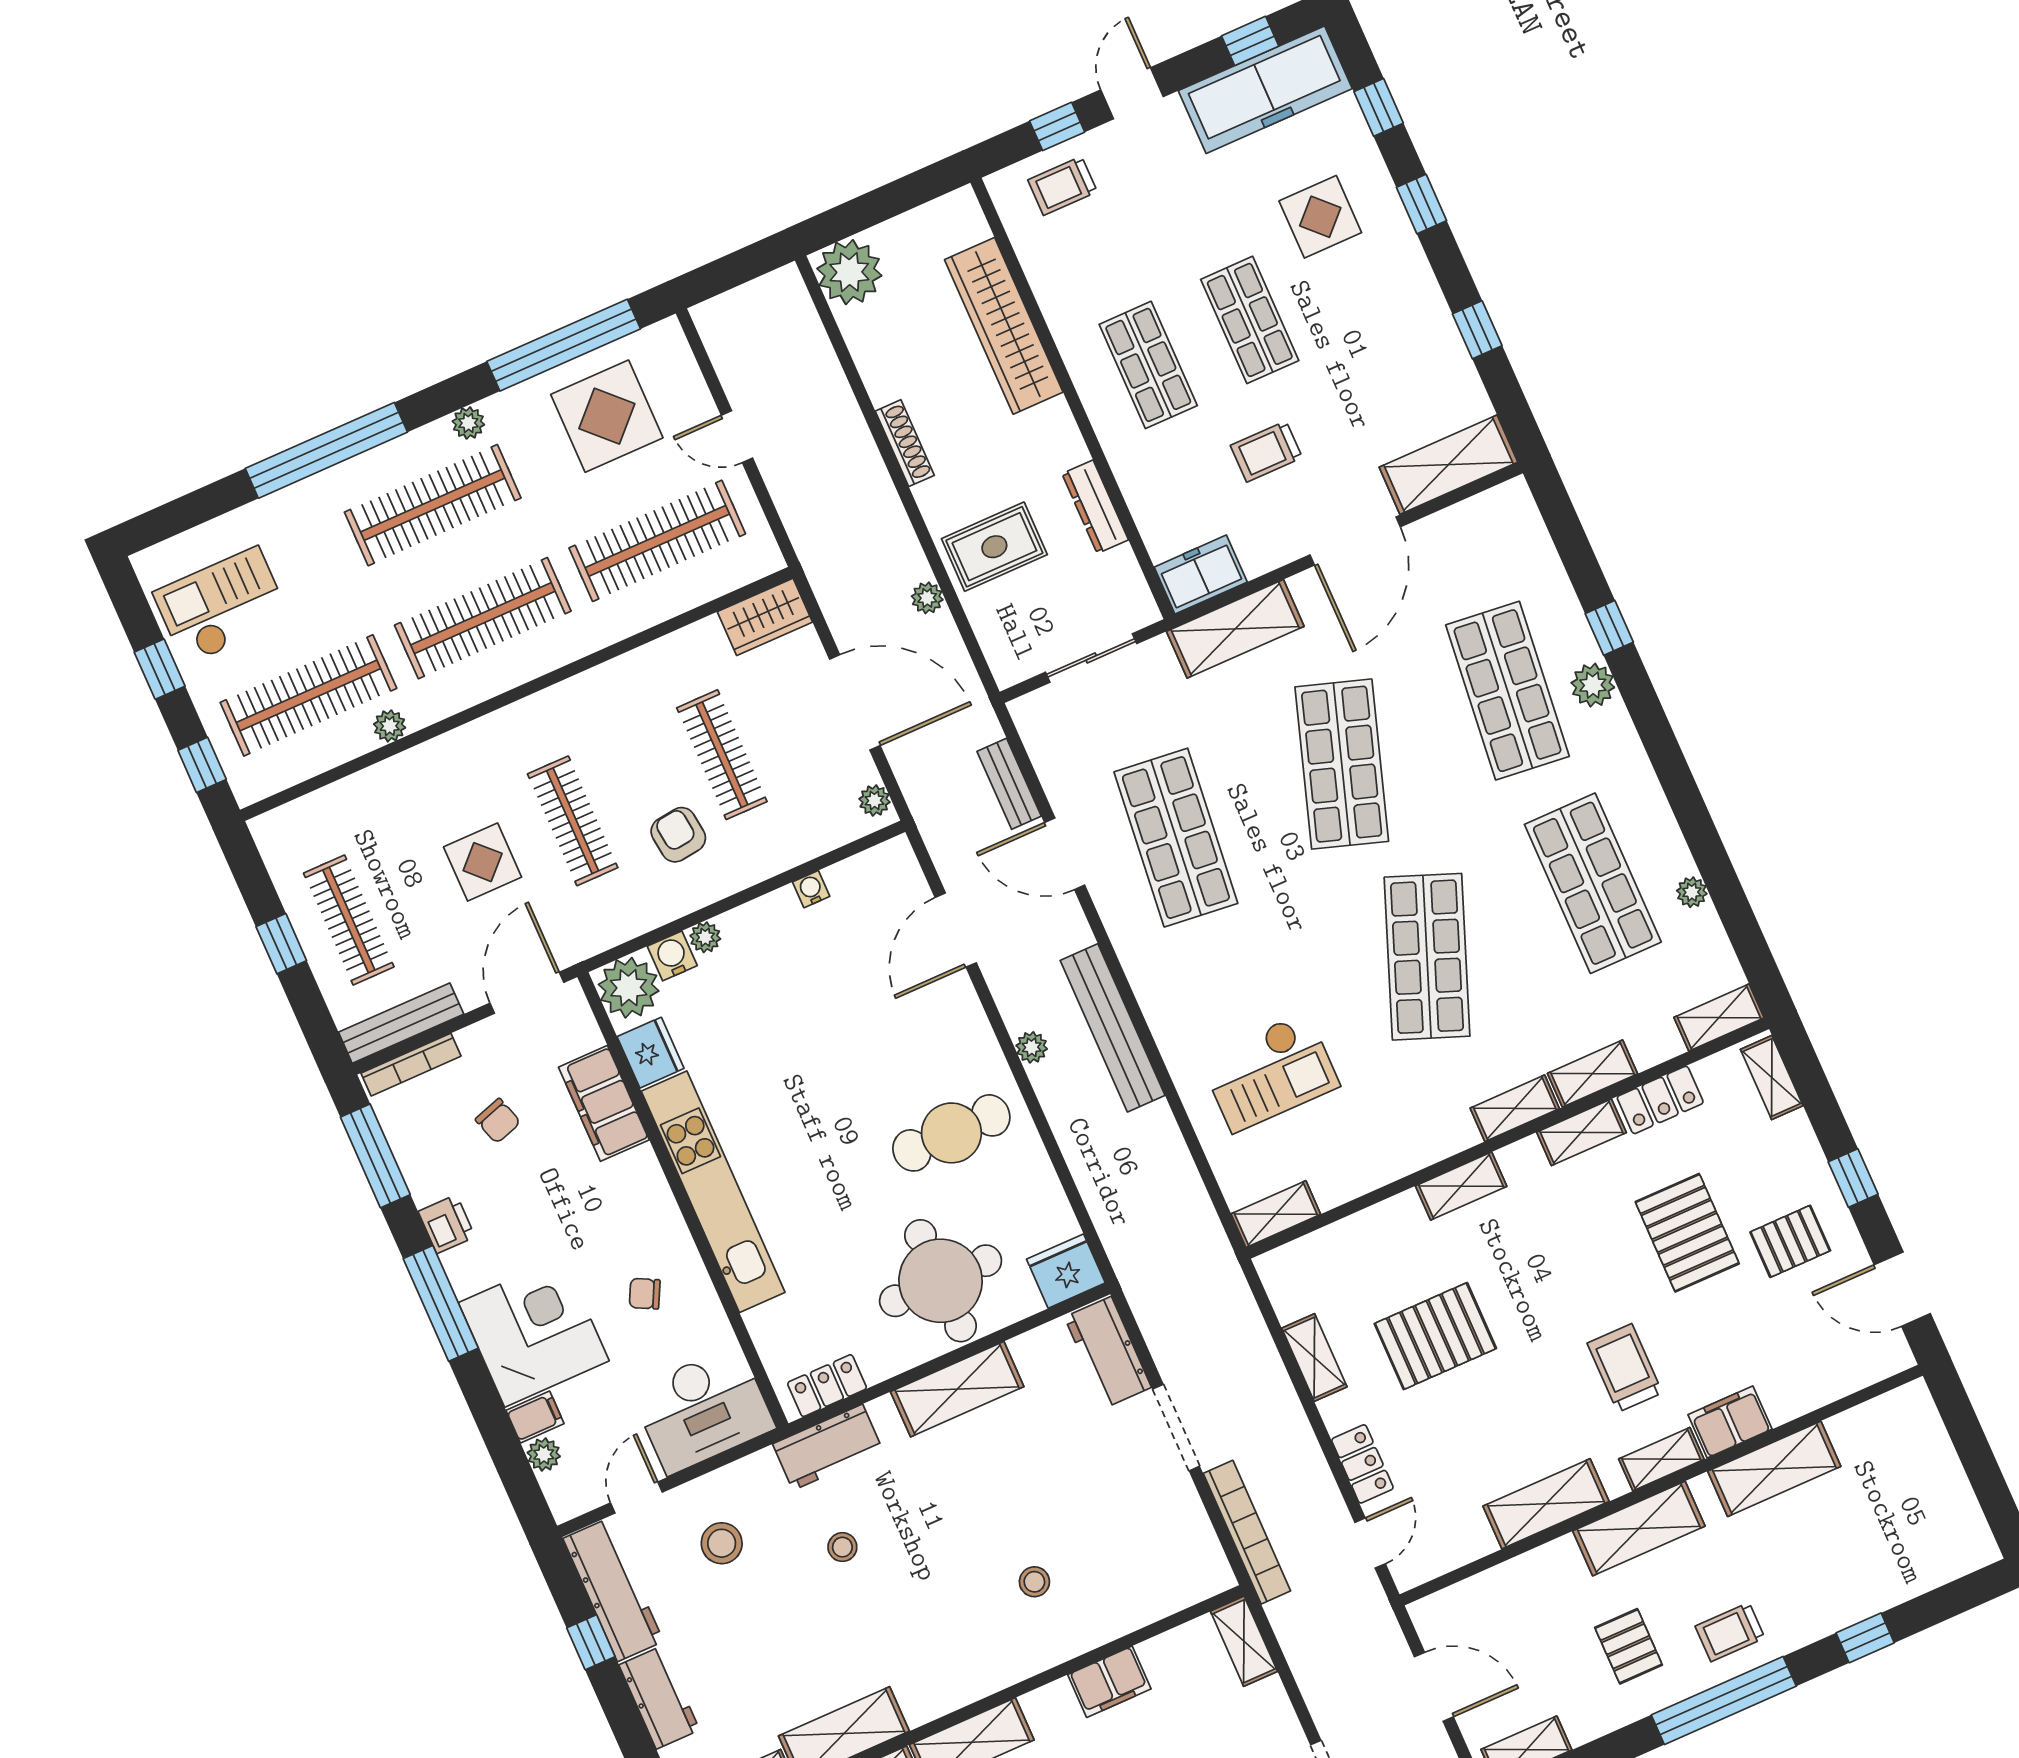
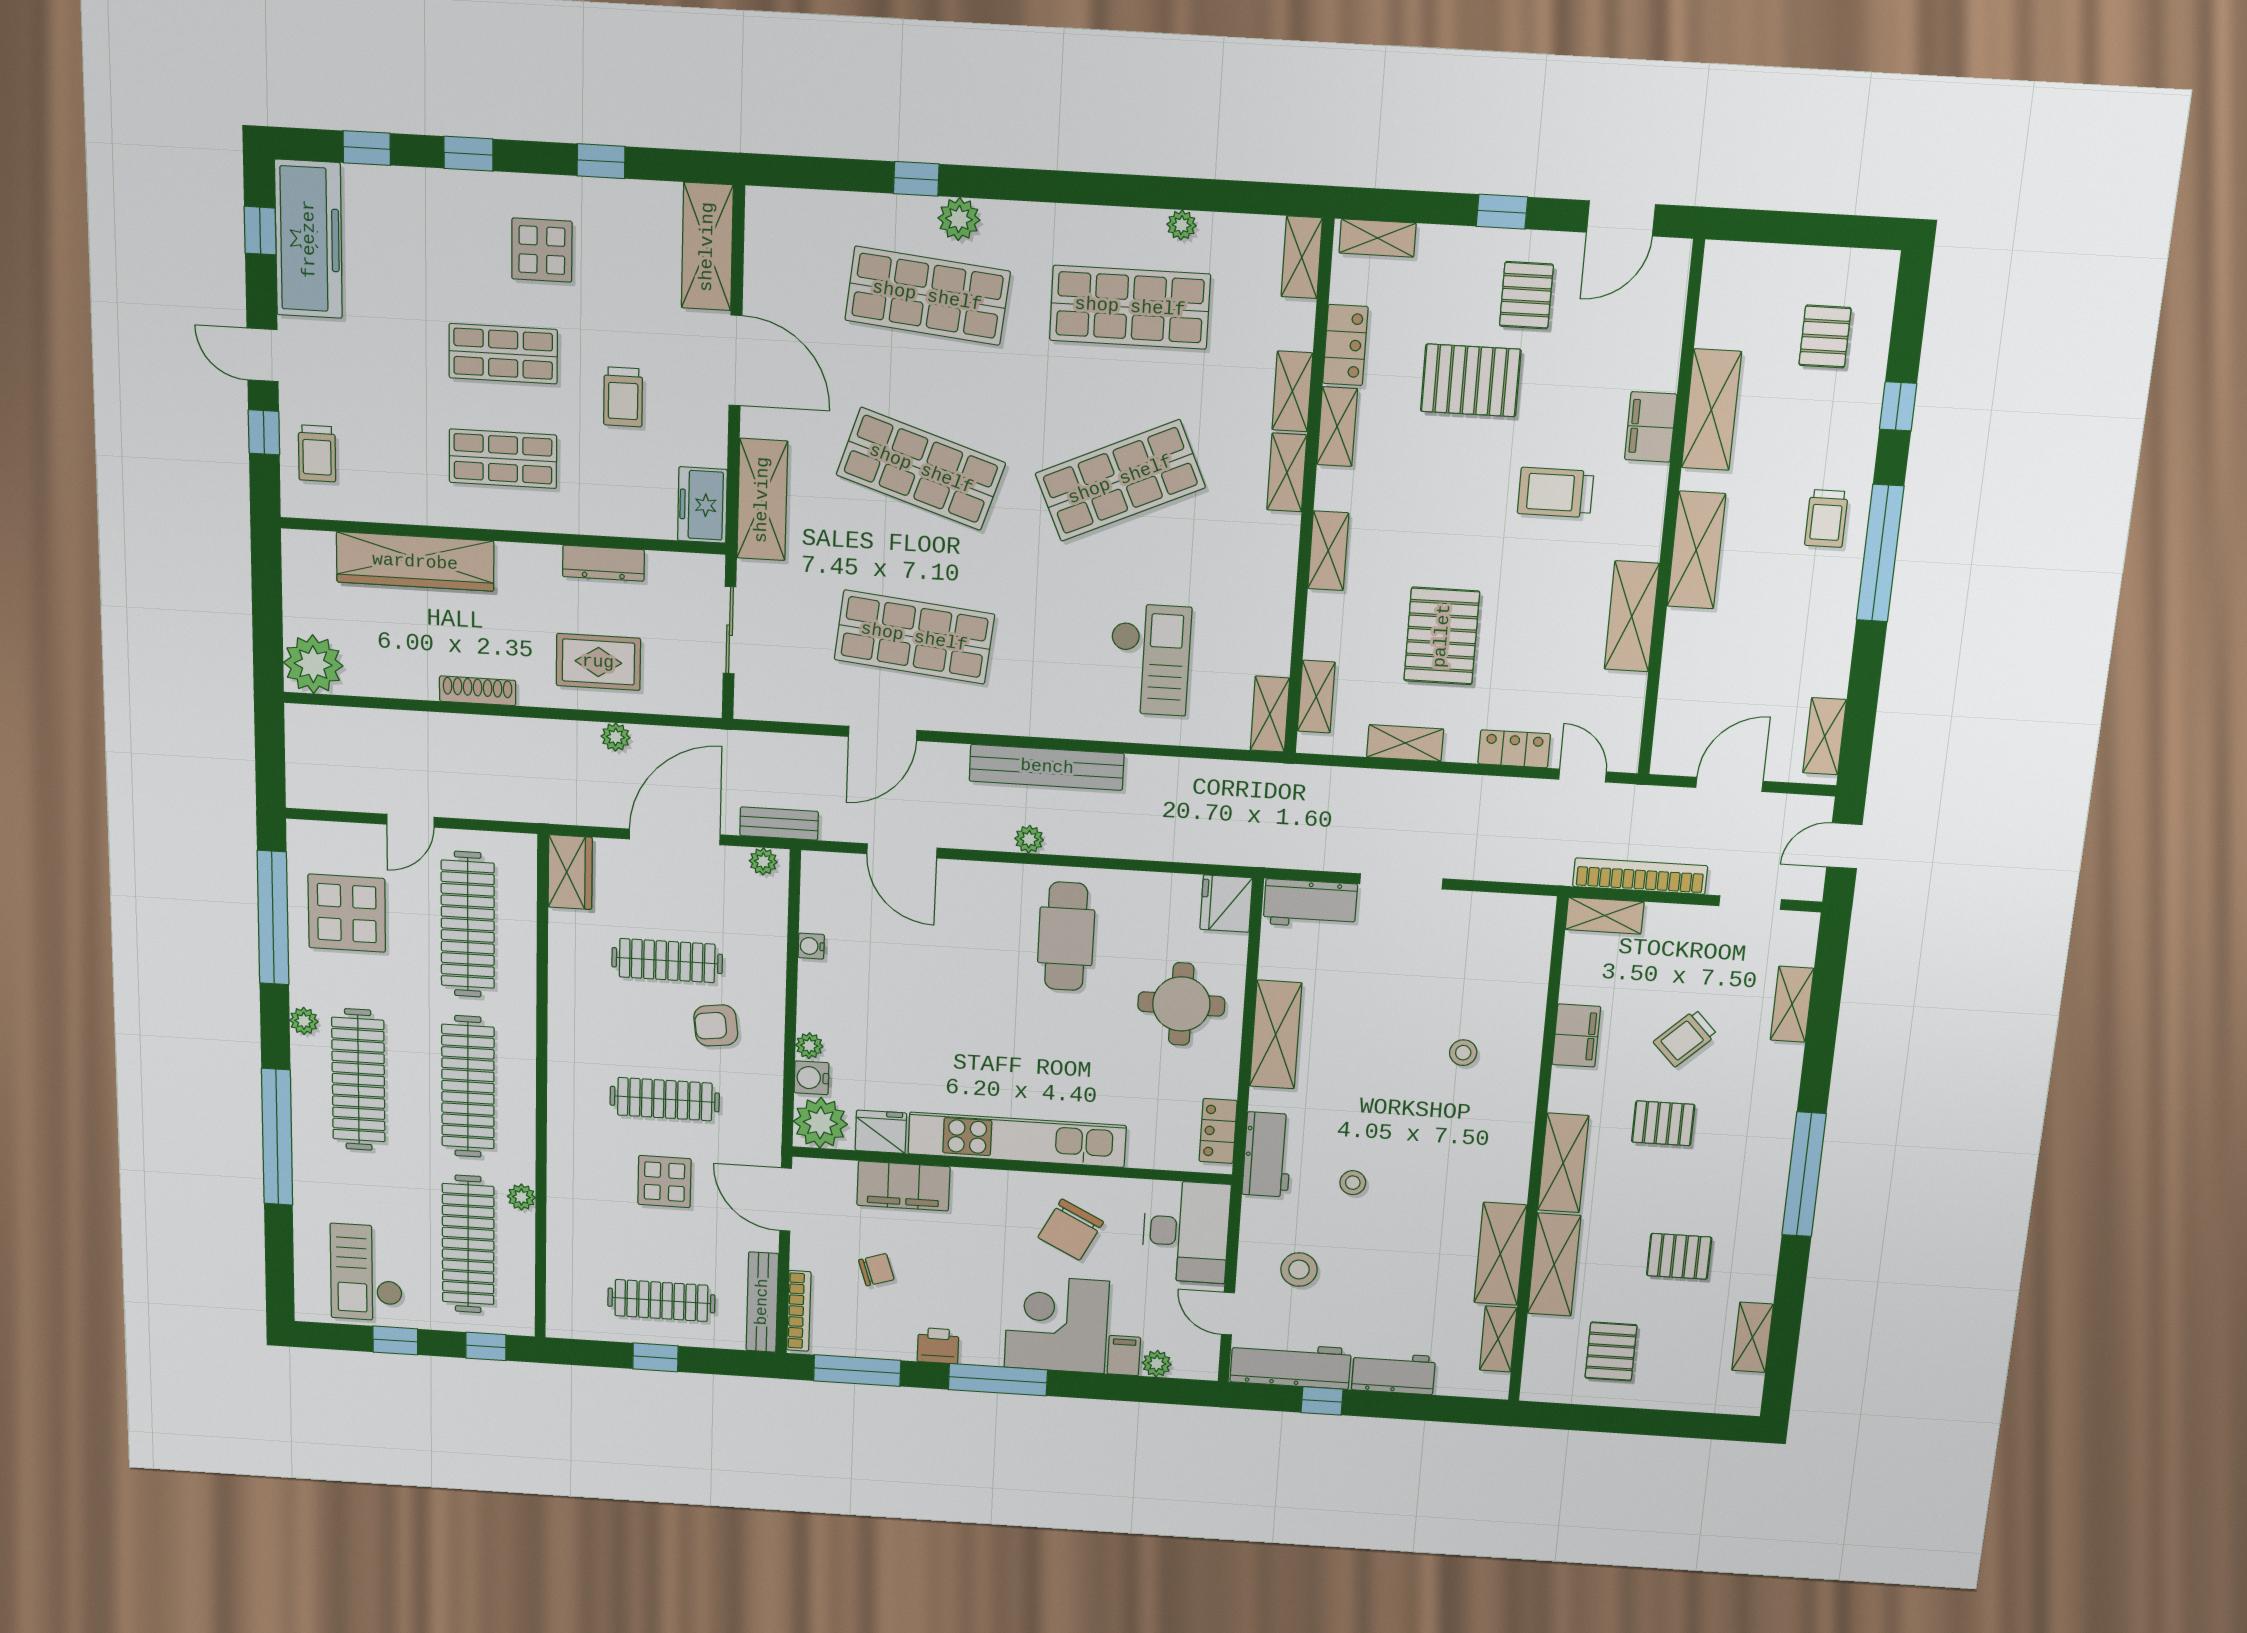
display table: (1320, 217) -> (542, 250), moved
rug: (994, 547) -> (598, 662), turned 90
bench: (1009, 784) -> (779, 823), moved
shop shelf: (1427, 957) -> (1120, 480), turned -45
round table: (941, 1281) -> (1181, 1004), width x0.73, depth x0.73
chair: (645, 1294) -> (1071, 1230), width x1.87, depth x1.87
shelving: (1661, 1459) -> (1316, 697), moved
bookcase: (1247, 1532) -> (1640, 876), moved
pallet: (1629, 1646) -> (1825, 336), moved, turned 90

